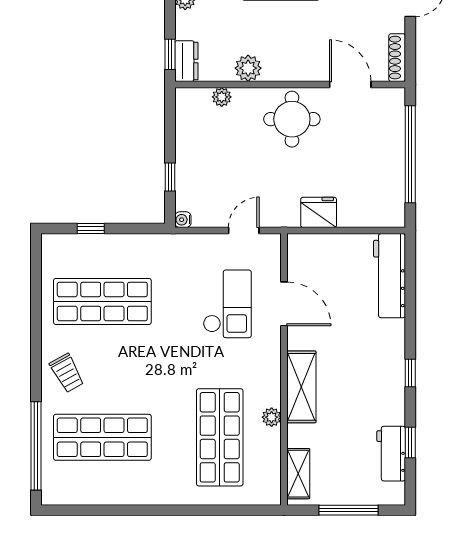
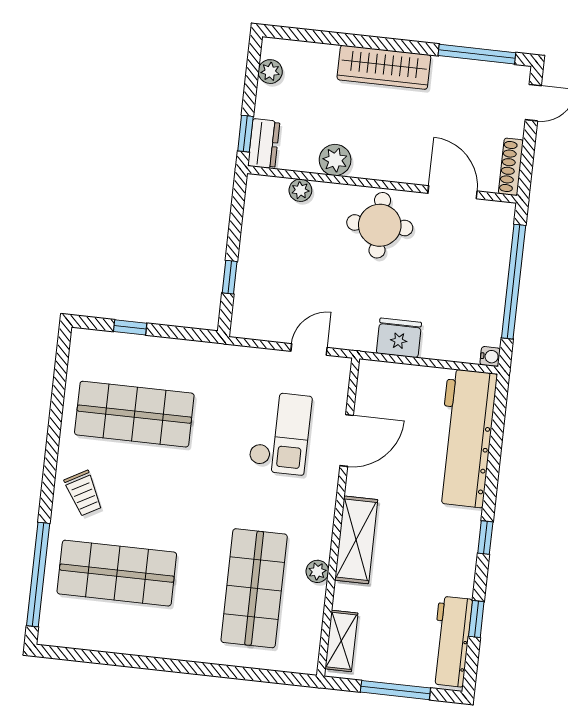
water cooler: (183, 220) -> (490, 356), moved, turned 180
workbench: (389, 276) -> (466, 438), width x1.36, depth x1.32
door: (284, 304) -> (347, 440), hinge flipped
workbench: (391, 454) -> (451, 642), width x1.38

